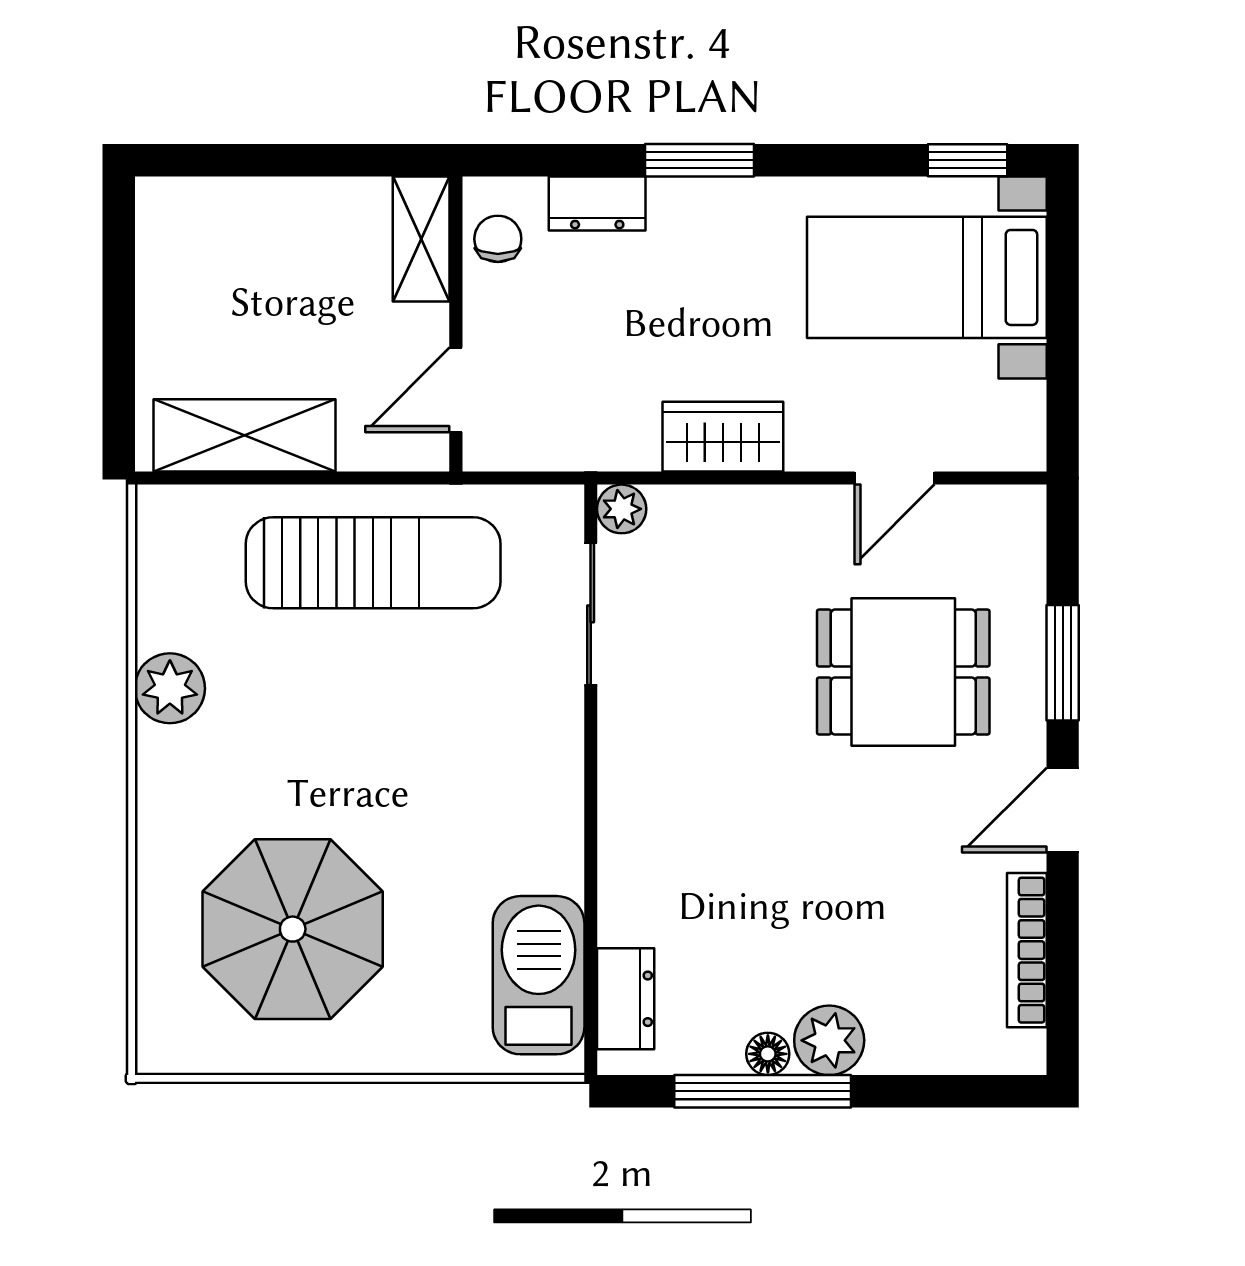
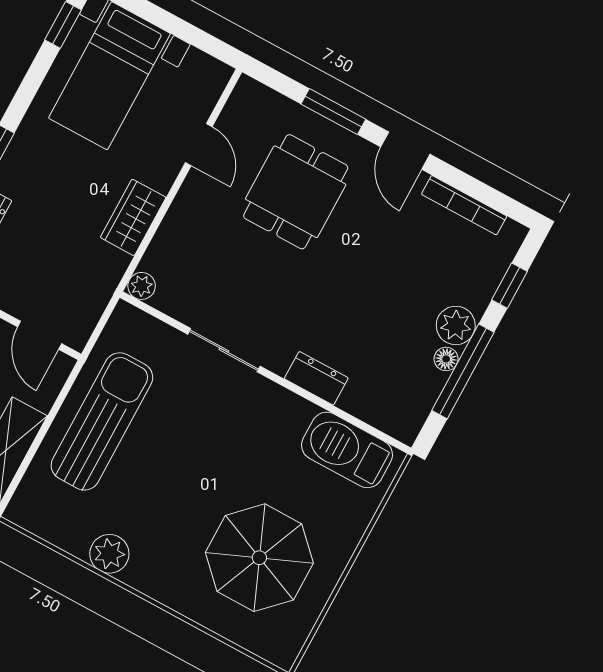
sliding door: (591, 614) -> (224, 350), moved
dresser: (626, 999) -> (316, 378), moved
window: (938, 1091) -> (510, 286), added

